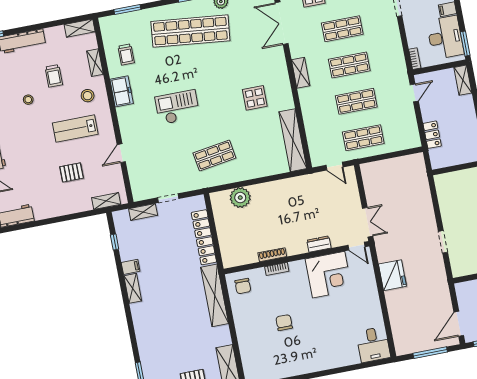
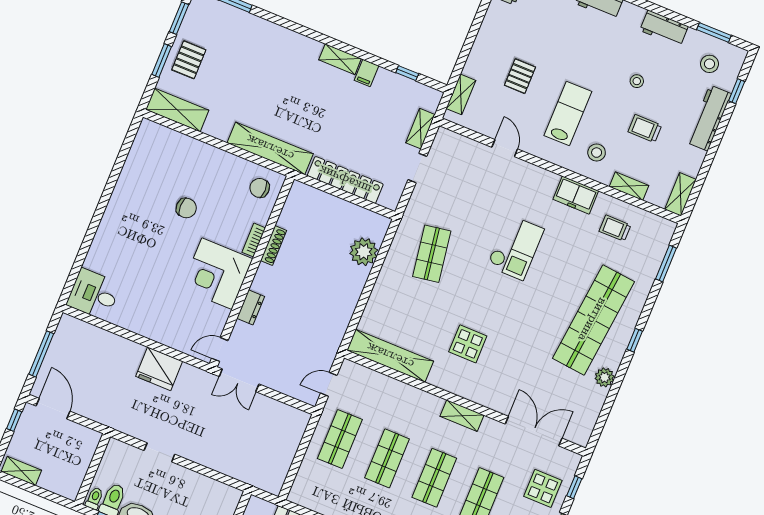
corner desk: (329, 275) -> (217, 274), moved

